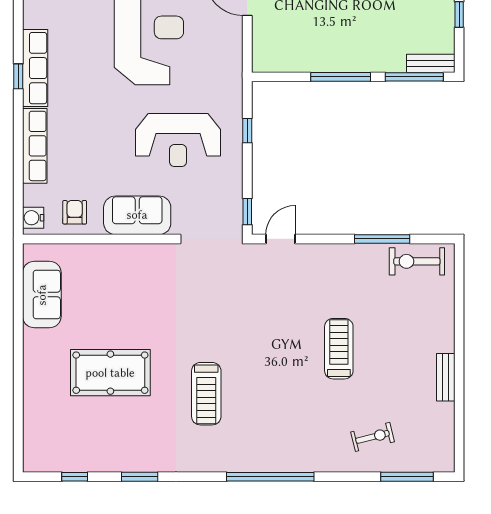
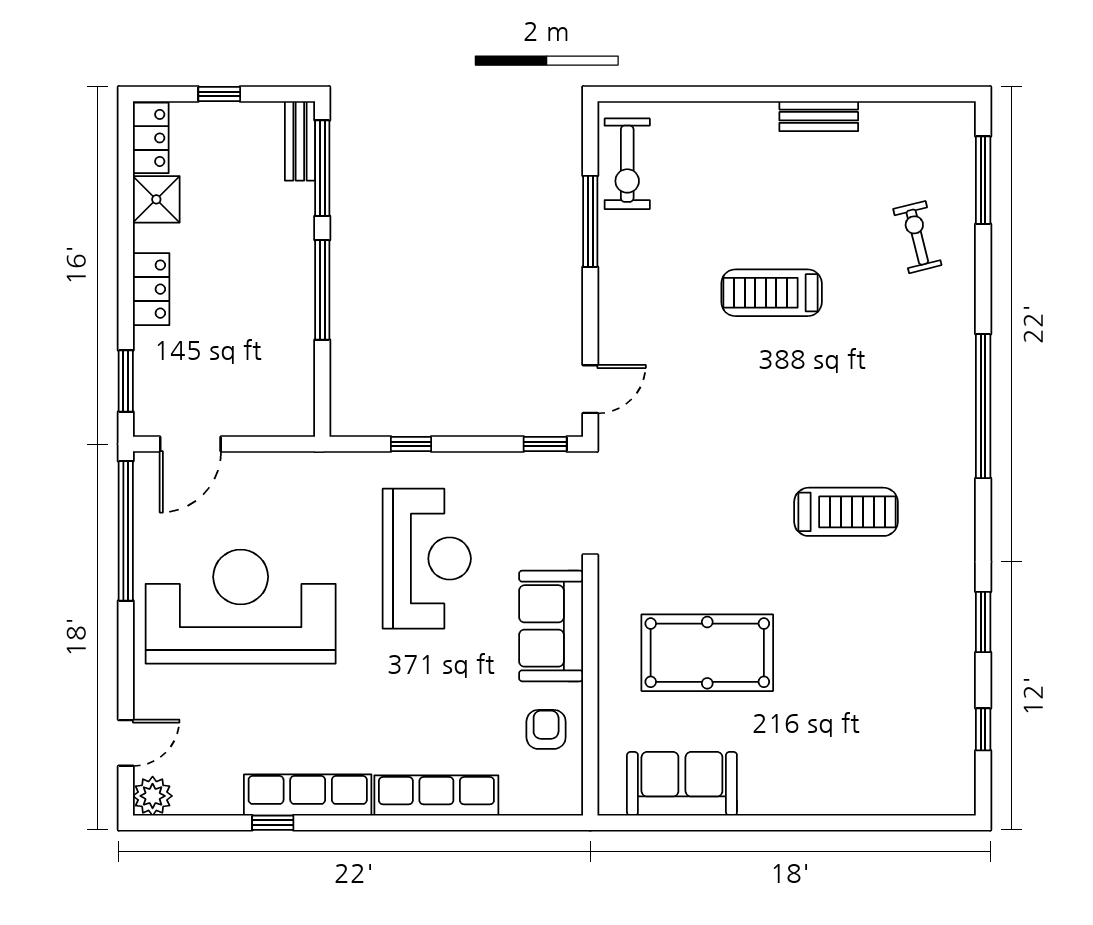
window: (18, 76) -> (273, 823), moved
armchair: (75, 212) -> (546, 729), turned 90
water cooler: (33, 218) -> (555, 798), removed
door: (281, 239) -> (590, 389), swing flipped
pool table: (110, 373) -> (707, 653), moved, turned 90

